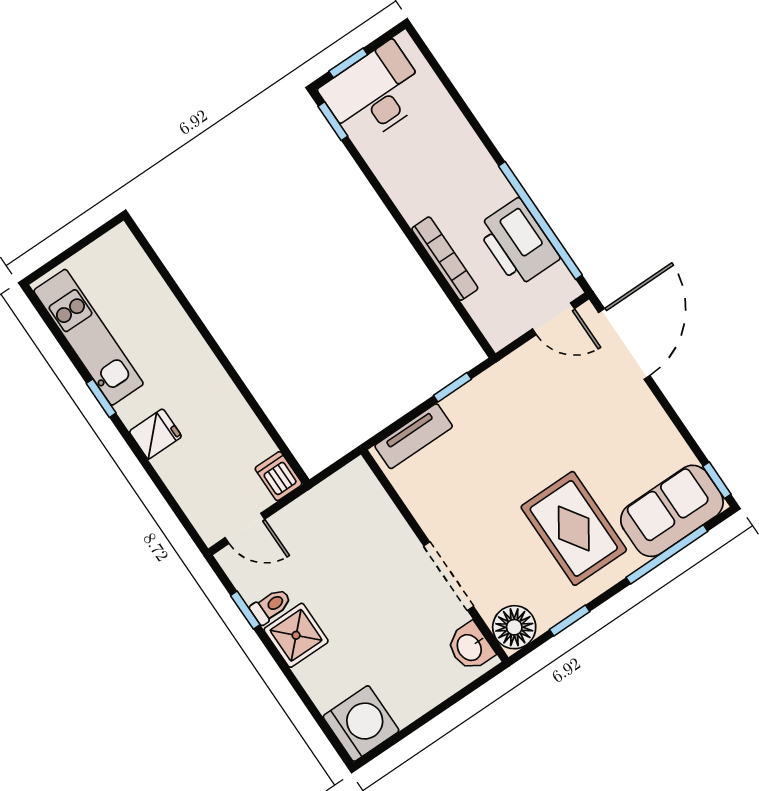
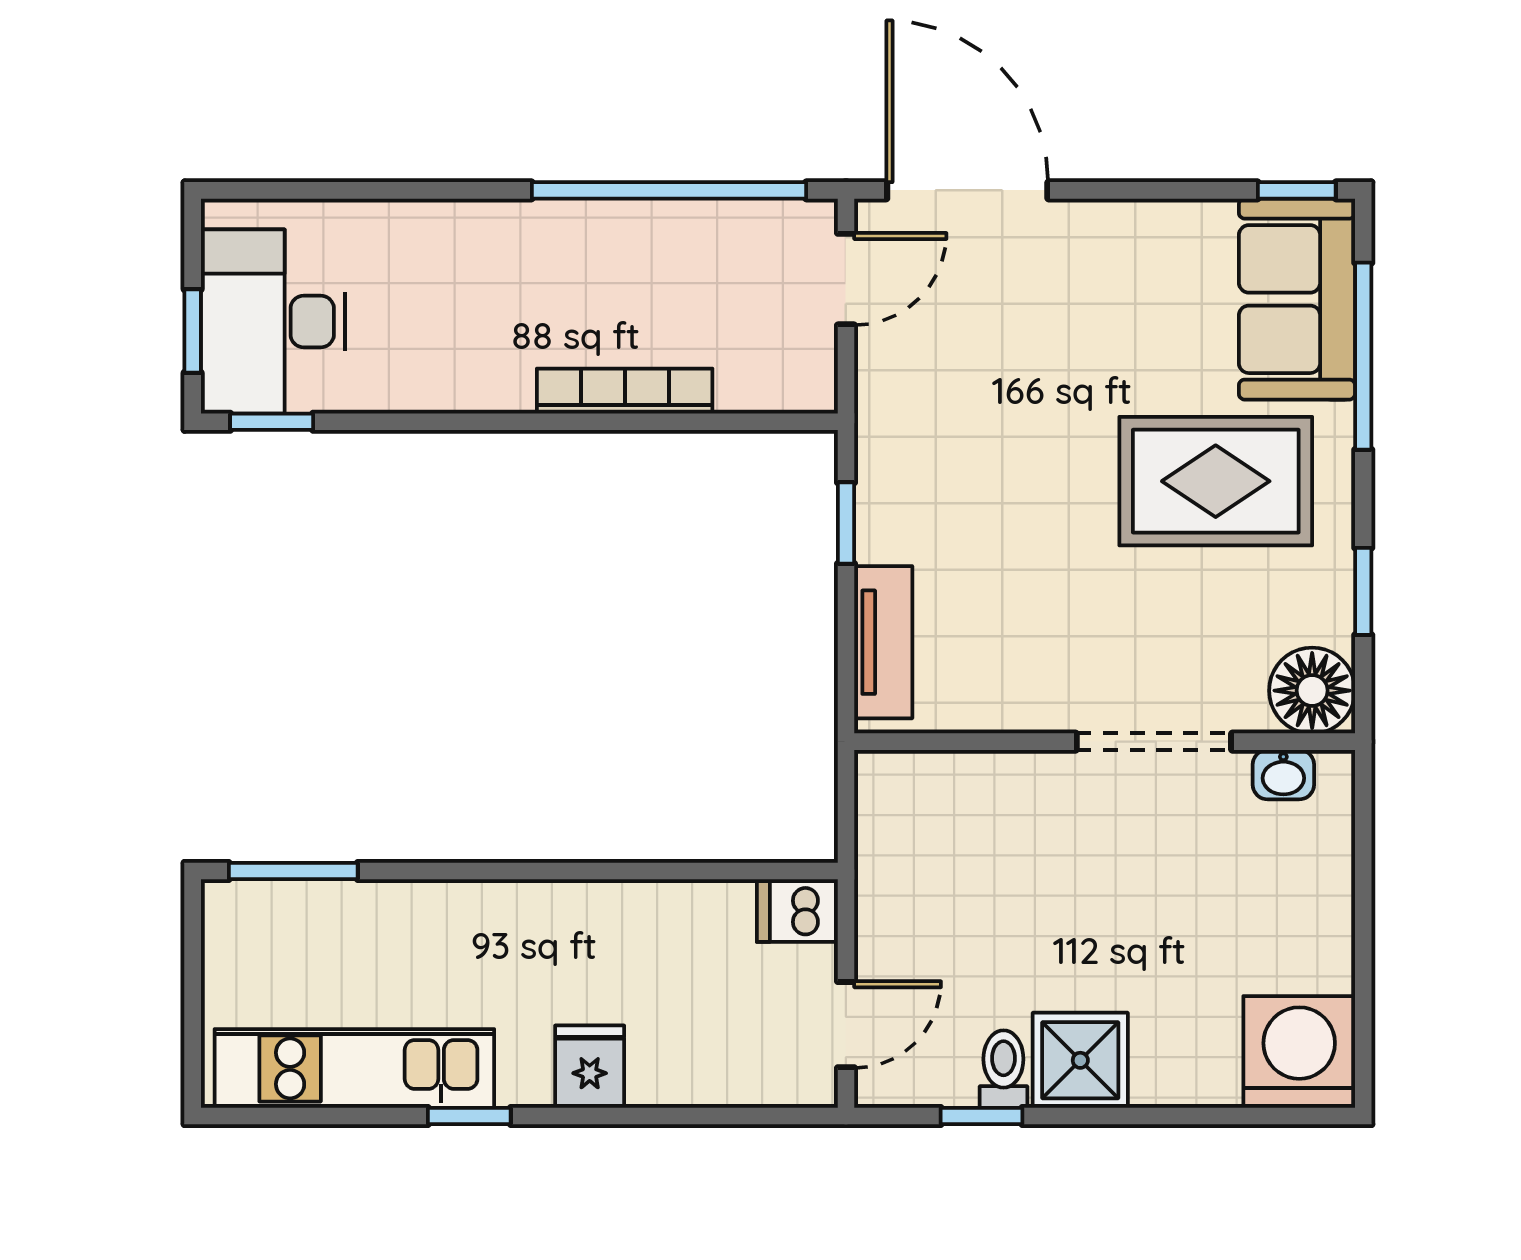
printer: (518, 243) -> (680, 252), removed
window: (153, 256) -> (293, 871), added
washbasin: (470, 647) -> (1283, 775), width x0.72, depth x0.69

